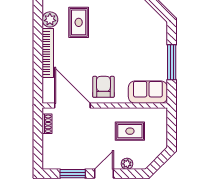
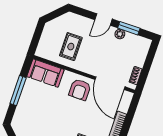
rug: (130, 131) -> (71, 47), turned 90
plant: (127, 164) -> (120, 34), moved

